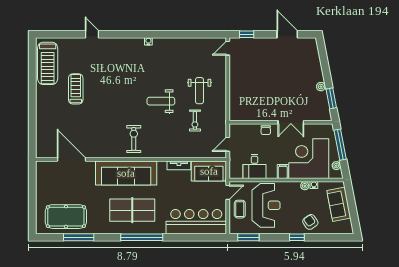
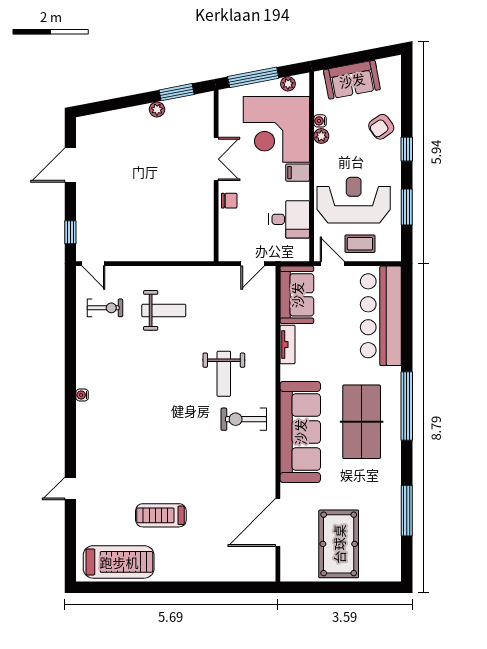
weight bench: (161, 101) -> (224, 374), moved
exercise bike: (195, 120) -> (105, 308), moved
door: (228, 144) -> (253, 264), hinge flipped
pool table: (66, 217) -> (339, 544), moved
window: (248, 237) -> (407, 207), moved

